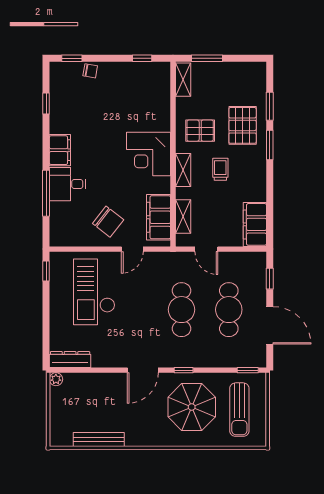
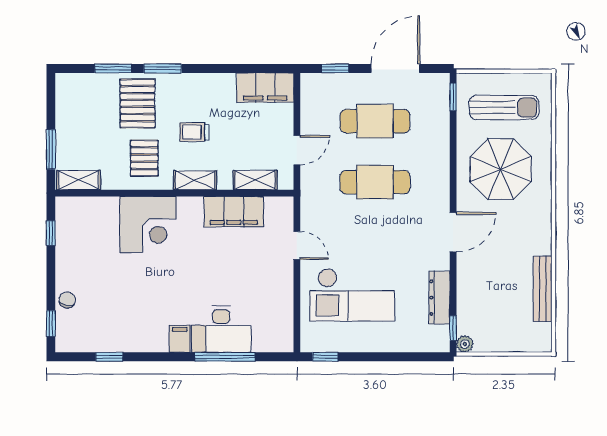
pallet: (243, 125) -> (138, 103), turned 90
filing cabinet: (60, 150) -> (180, 339), width x0.50
corner desk: (149, 154) -> (148, 225), moved
desk: (67, 184) -> (221, 329), width x1.37
filing cabinet: (159, 217) -> (234, 212), moved
chair: (108, 222) -> (262, 277), removed
dresser: (70, 360) -> (439, 298), moved
door: (143, 370) -> (453, 232), hinge flipped
window: (184, 370) -> (453, 328), moved

